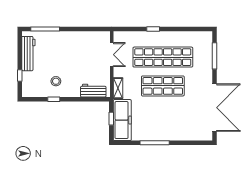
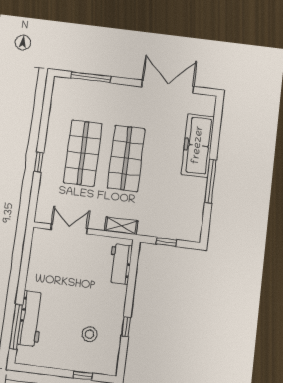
workbench: (28, 54) -> (31, 318), moved, turned 90
shop shelf: (163, 57) -> (83, 153), width x0.71
stool: (56, 81) -> (90, 334), moved
double door: (214, 108) -> (168, 87), width x0.73
freezer: (122, 120) -> (198, 145), moved, turned -90

